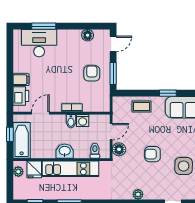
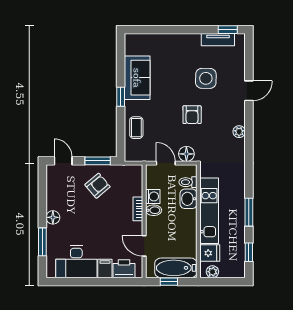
floor lamp: (88, 35) -> (53, 217), moved
desk: (39, 43) -> (76, 262), moved, turned -90
armchair: (92, 73) -> (98, 186), turned 140
washbasin: (65, 151) -> (189, 199), moved

